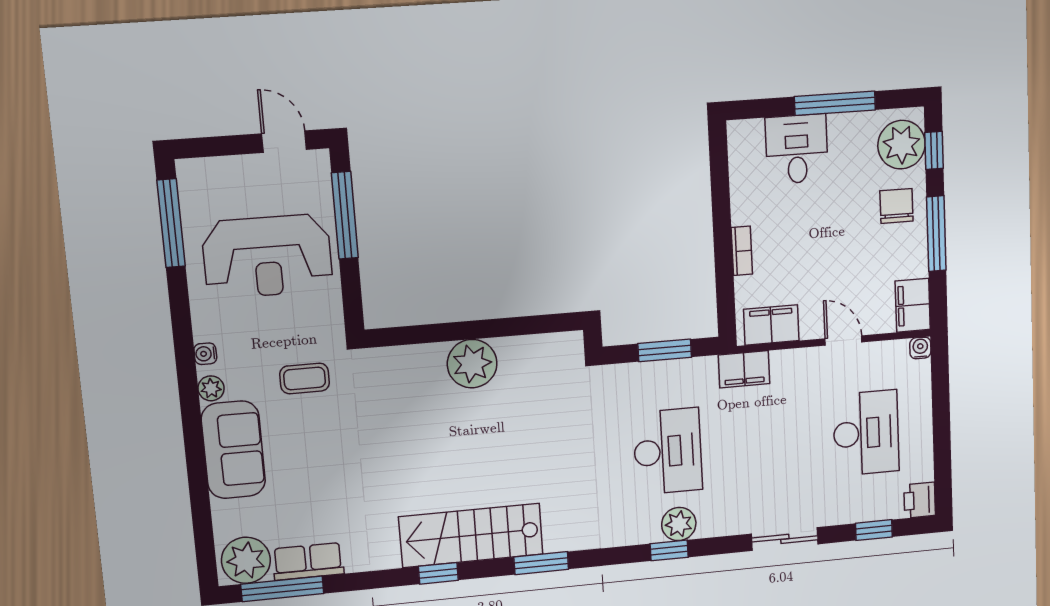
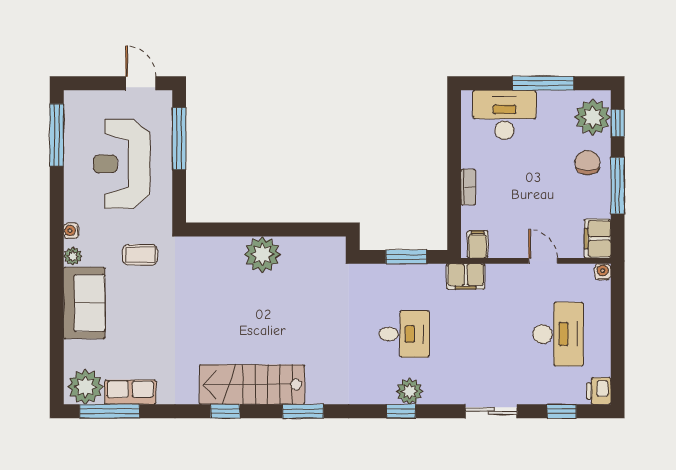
desk: (797, 149) -> (504, 115), width x1.37
reception desk: (267, 256) -> (122, 164), turned 90
filing cabinet: (771, 325) -> (478, 244), width x0.50
desk: (668, 451) -> (404, 334), width x0.73

